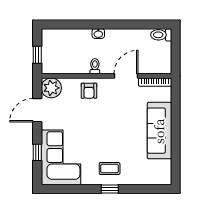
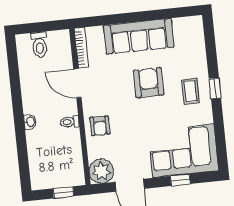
toilet: (161, 35) -> (39, 45), moved
armchair: (89, 91) -> (100, 126), turned 90
armchair: (120, 135) -> (149, 83), added

